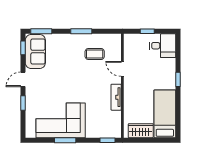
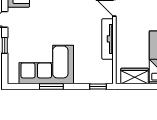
tv unit: (116, 97) -> (107, 39), width x1.41

